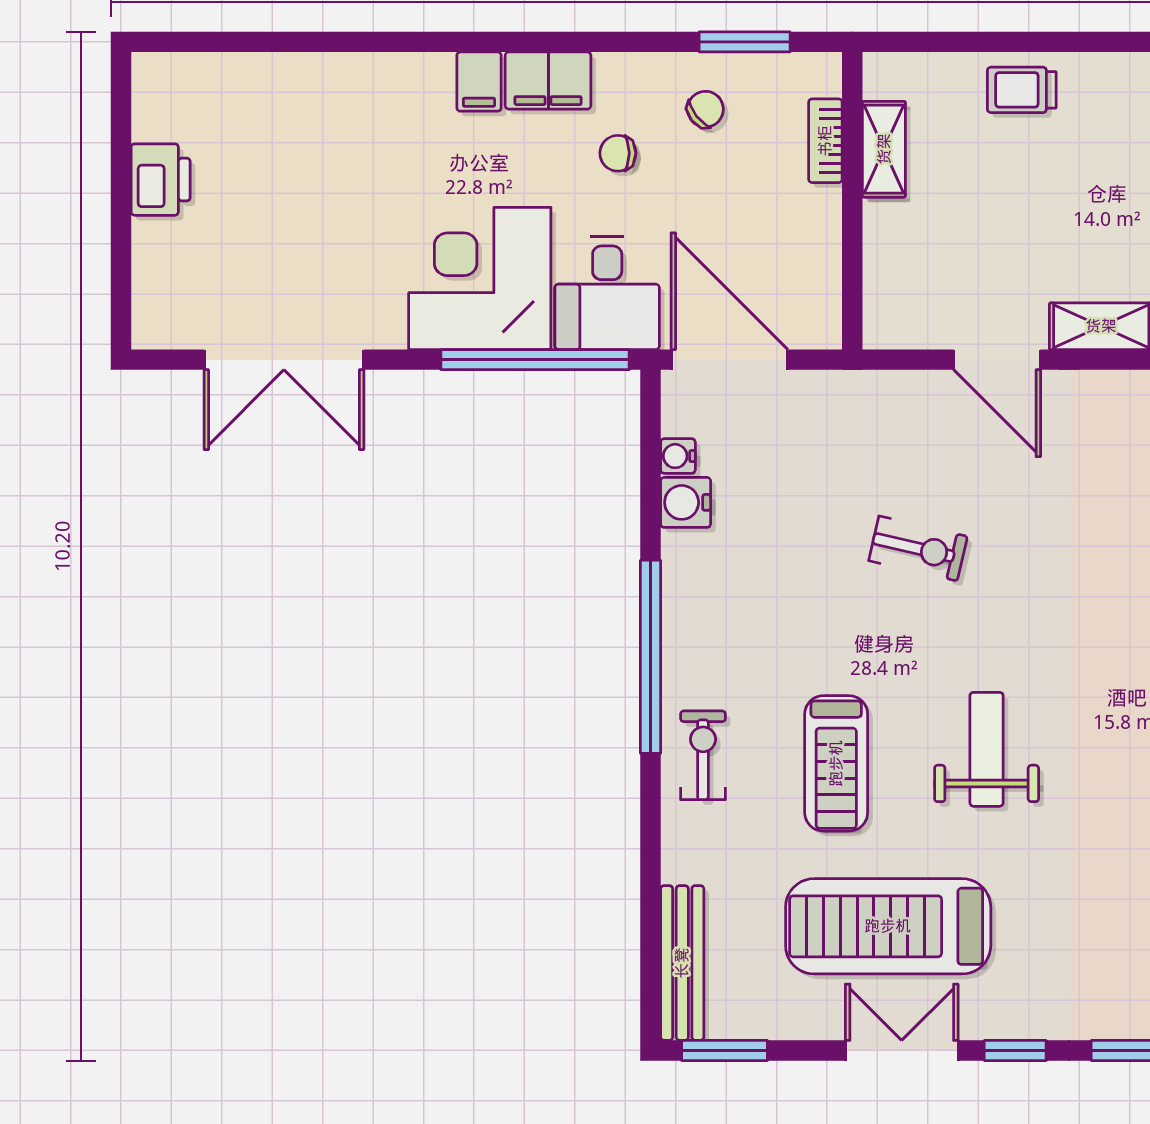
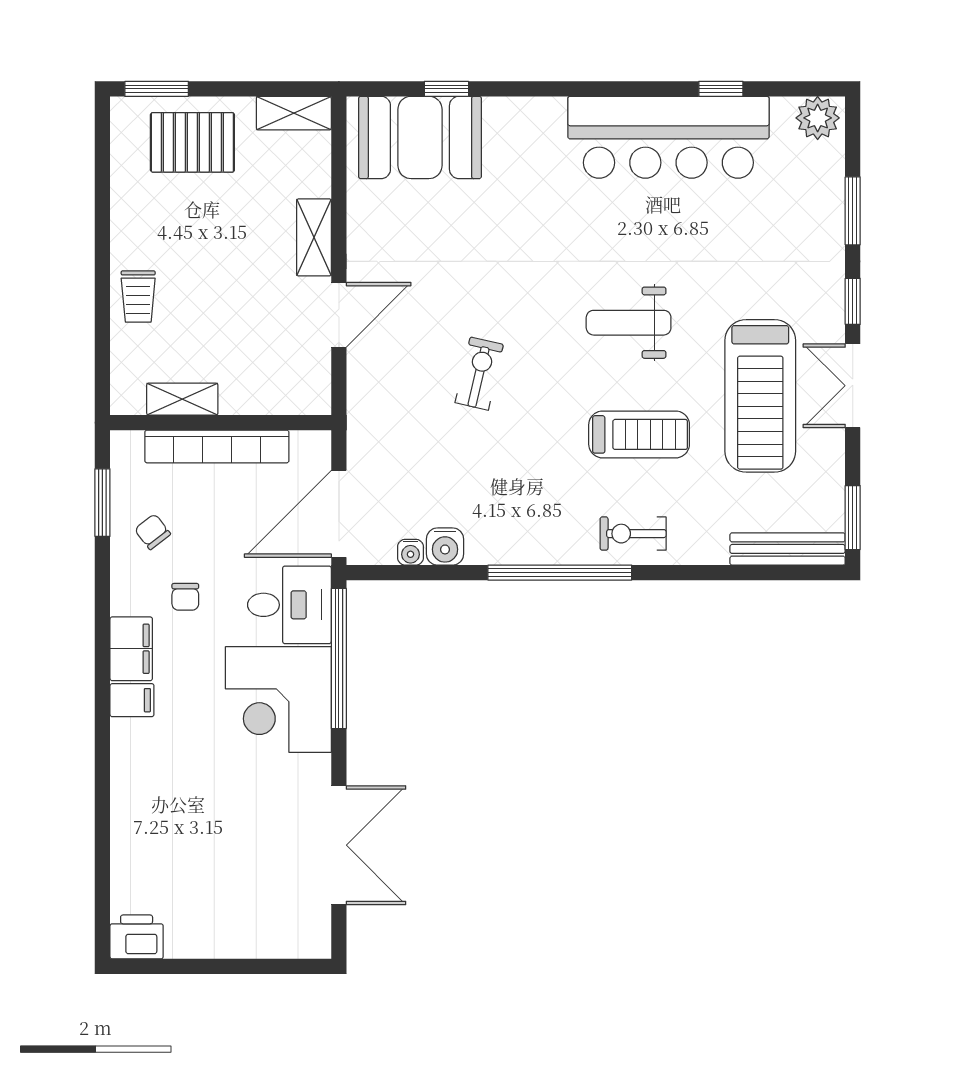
bookcase: (825, 141) -> (217, 446), width x2.31, depth x1.31
printer: (161, 180) -> (137, 937), moved

